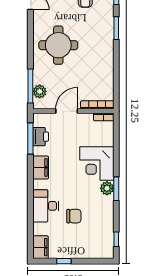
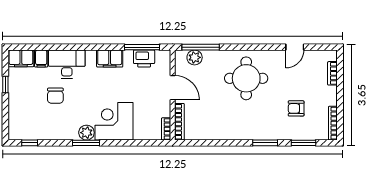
filing cabinet: (41, 229) -> (41, 59), added

